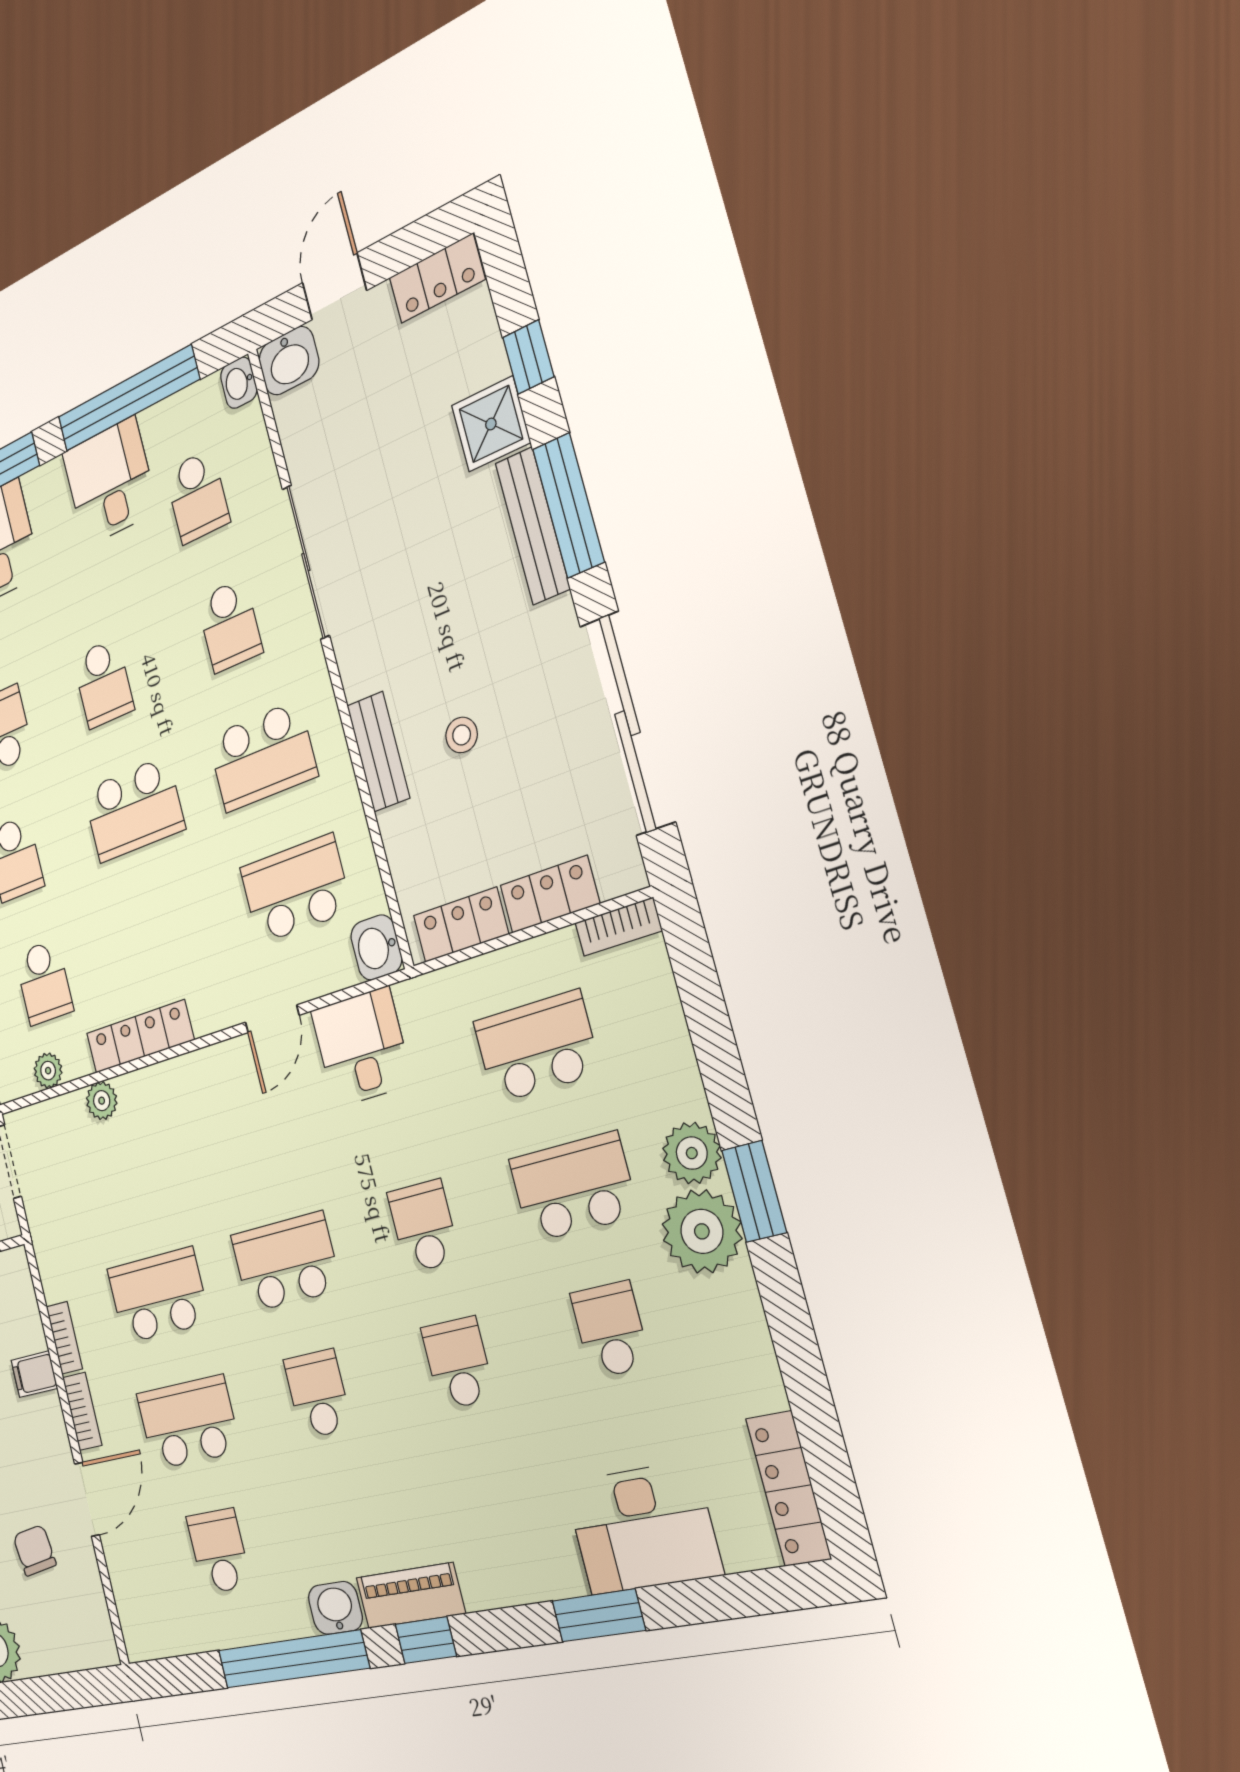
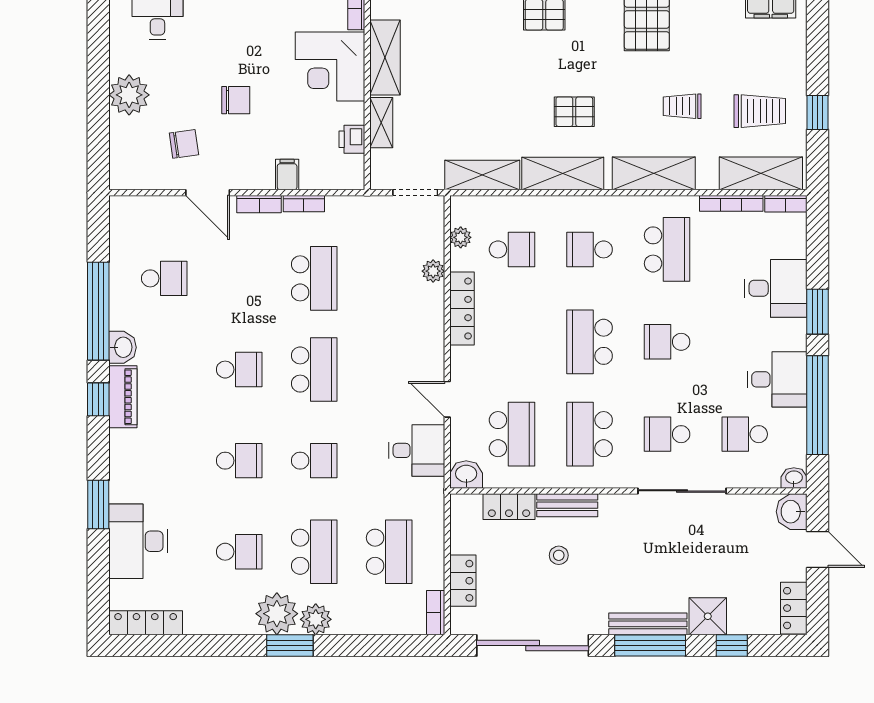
locker: (461, 925) -> (509, 507), moved, turned 90
school desk: (44, 982) -> (512, 249), turned 180
school desk: (188, 1422) -> (239, 278), removed

